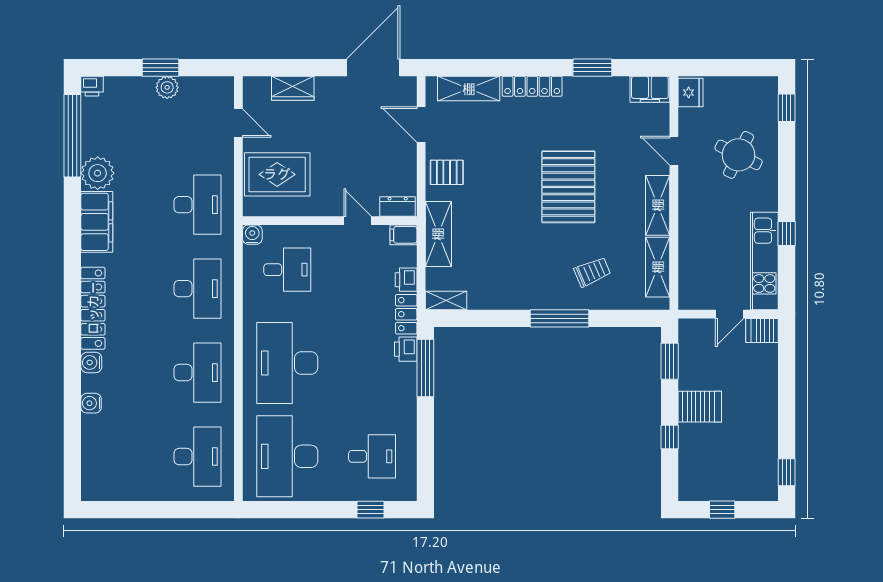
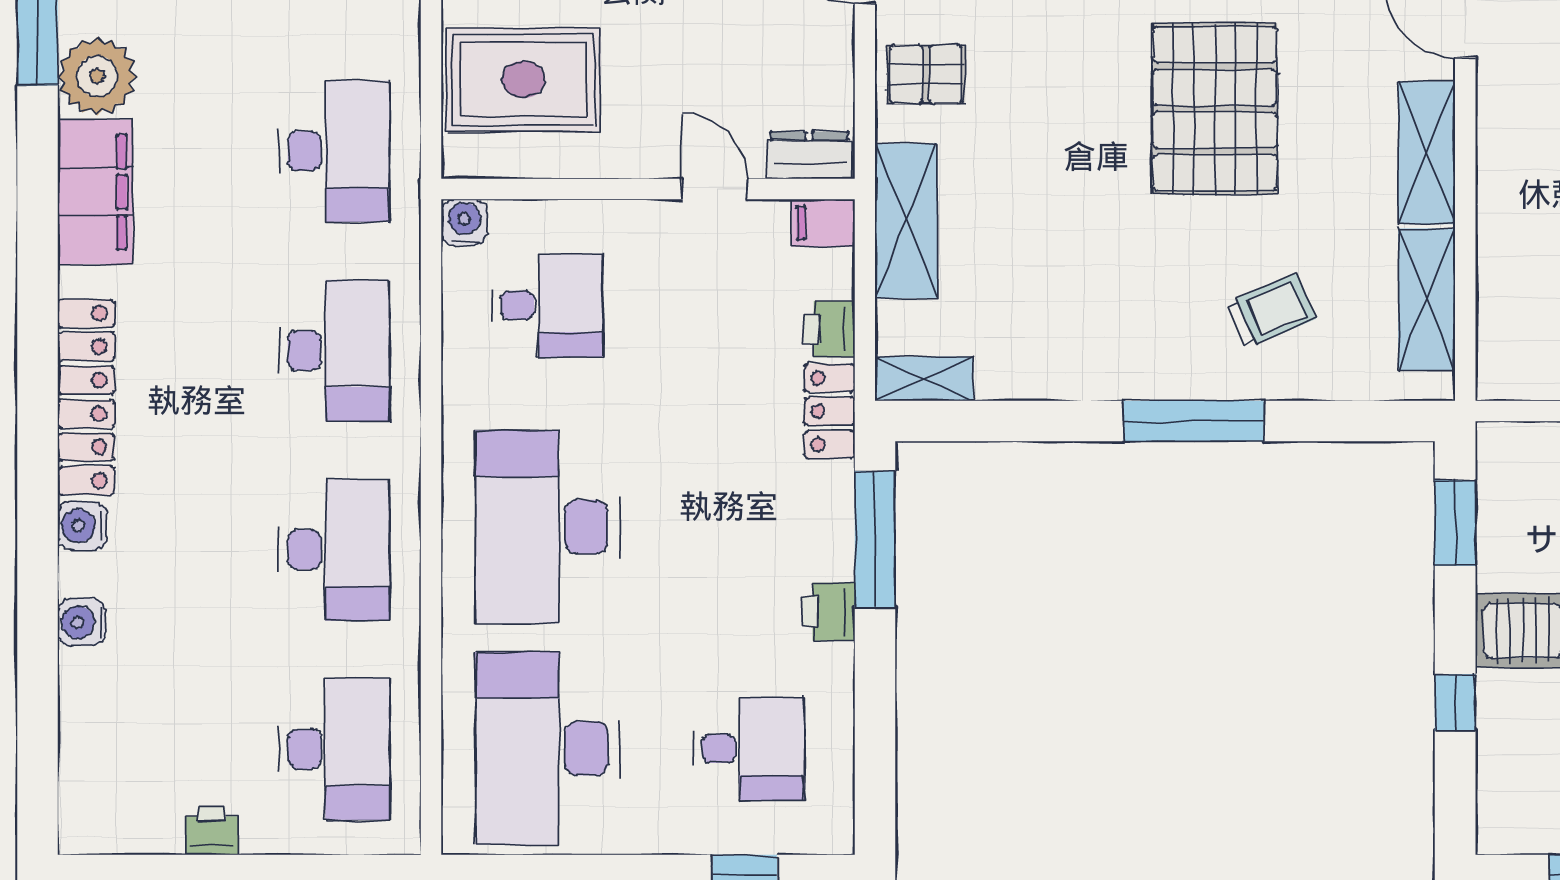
printer: (406, 349) -> (829, 612), moved
printer: (146, 491) -> (212, 831), added

